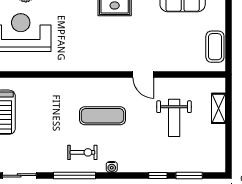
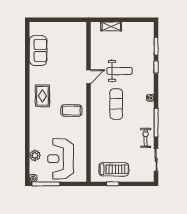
coffee table: (215, 47) -> (71, 111), moved
weight bench: (174, 118) -> (120, 71), moved
exercise bike: (82, 152) -> (146, 138), moved

